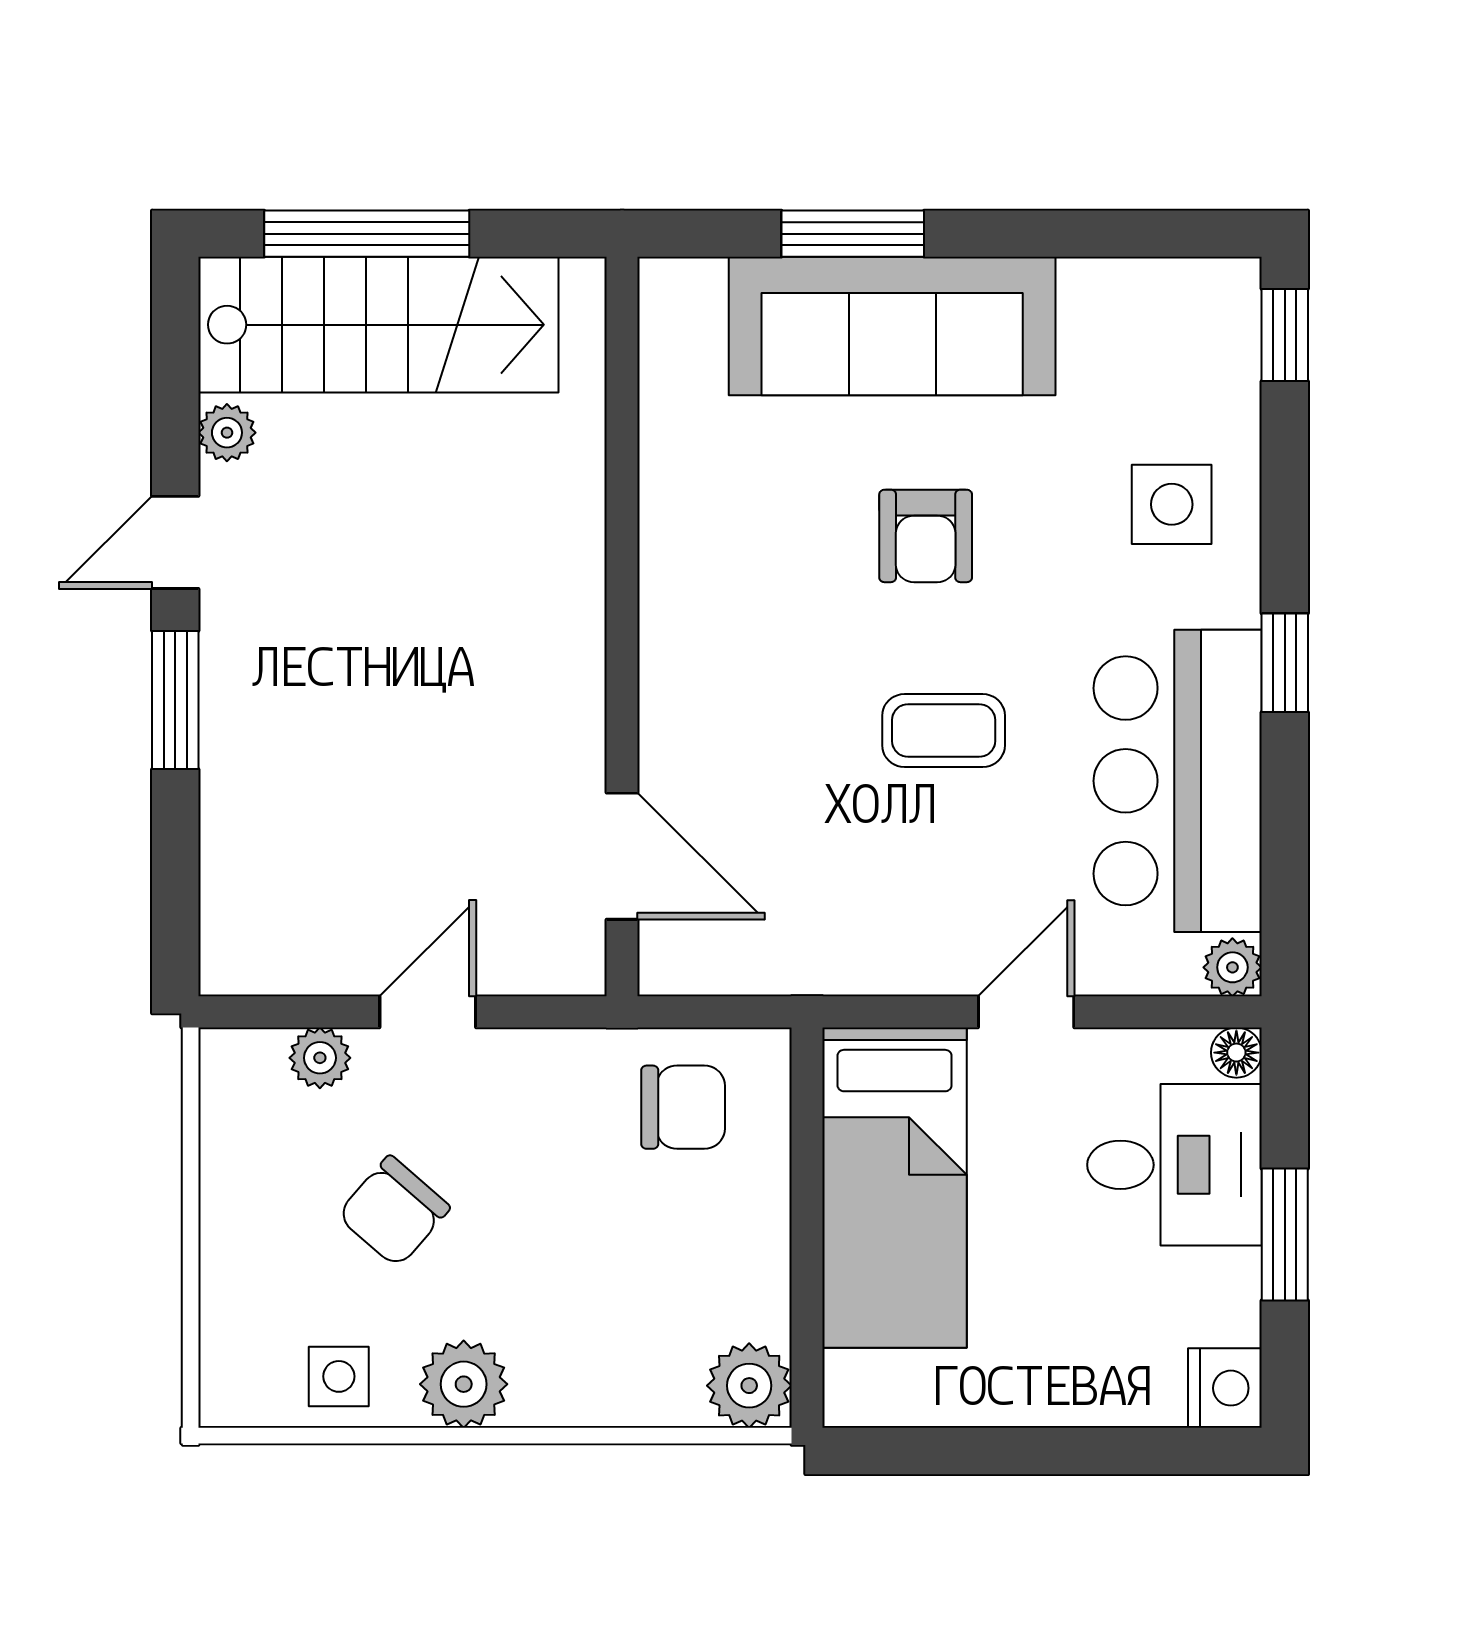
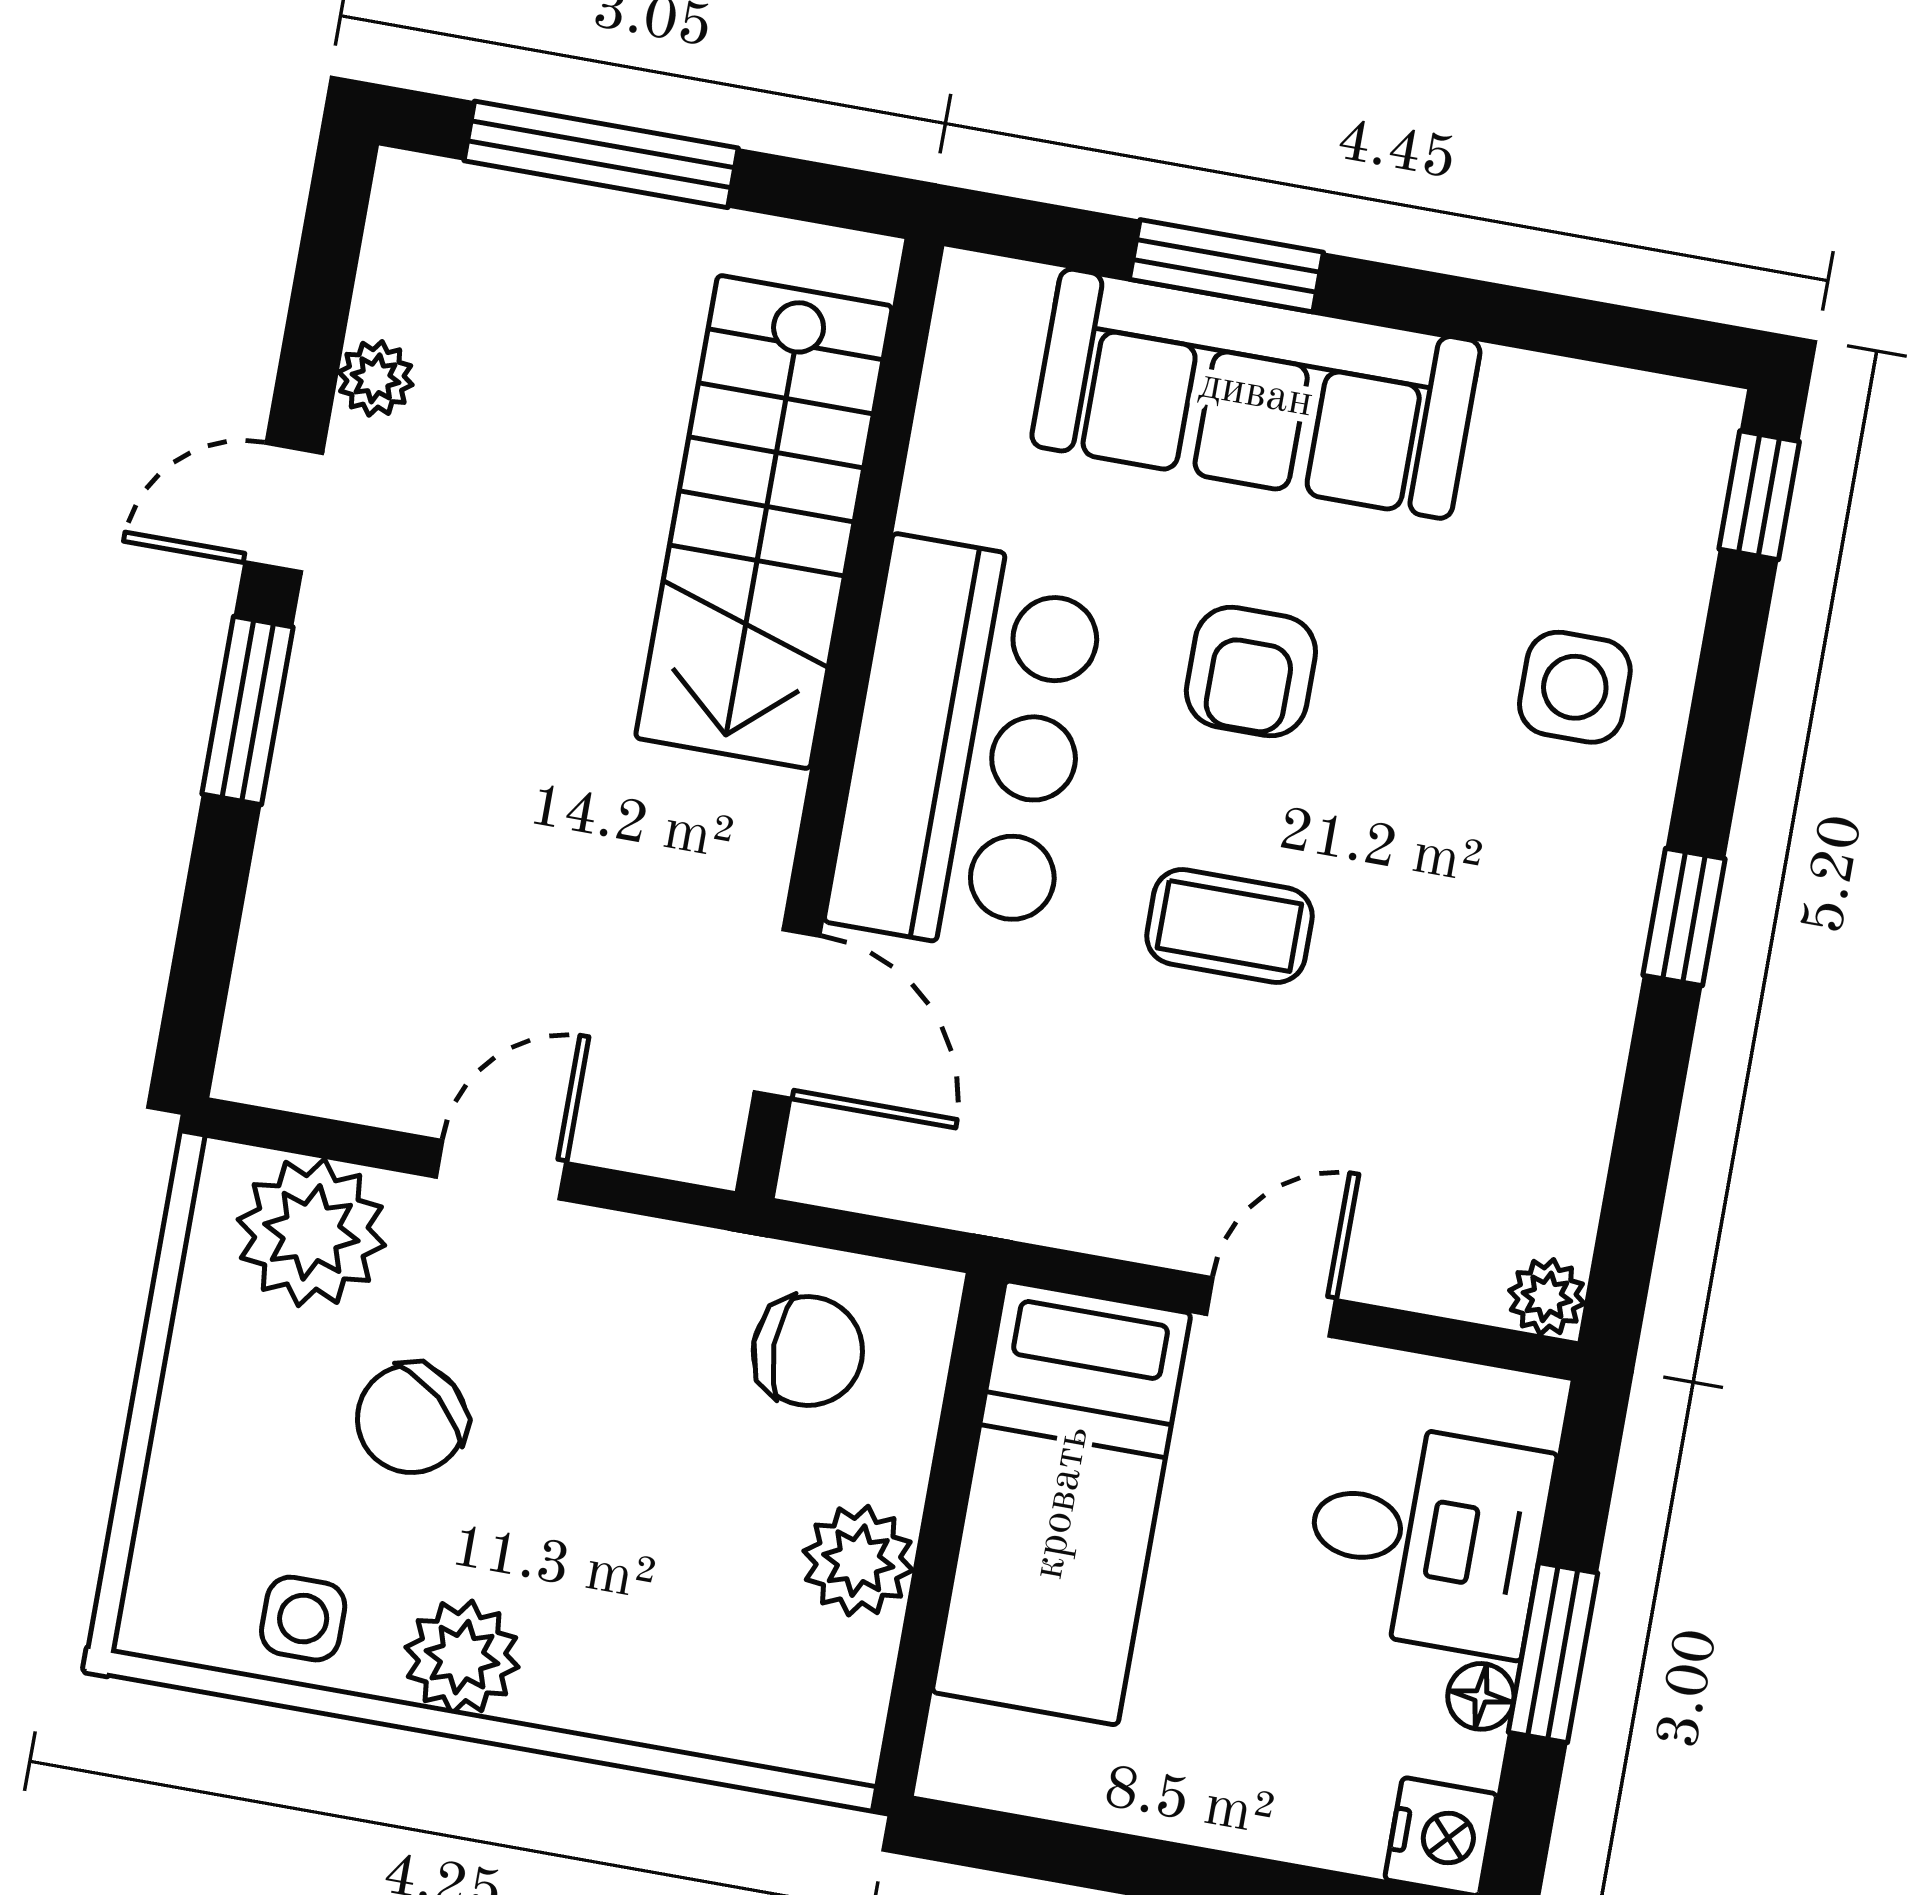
stairs: (378, 325) -> (764, 522), moved, turned 90
bar counter: (1178, 781) -> (967, 746), moved, turned 180
floor lamp: (1236, 1053) -> (1481, 1696), moved
plant: (320, 1058) -> (311, 1232), width x1.88, depth x1.88
plant: (749, 1386) -> (858, 1561), moved

